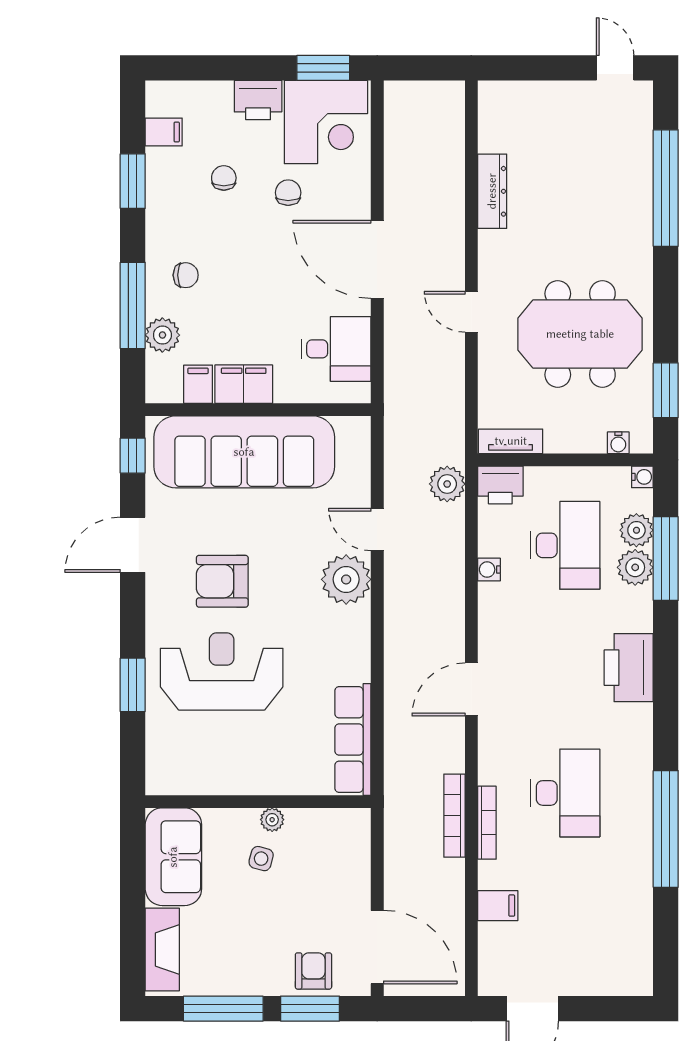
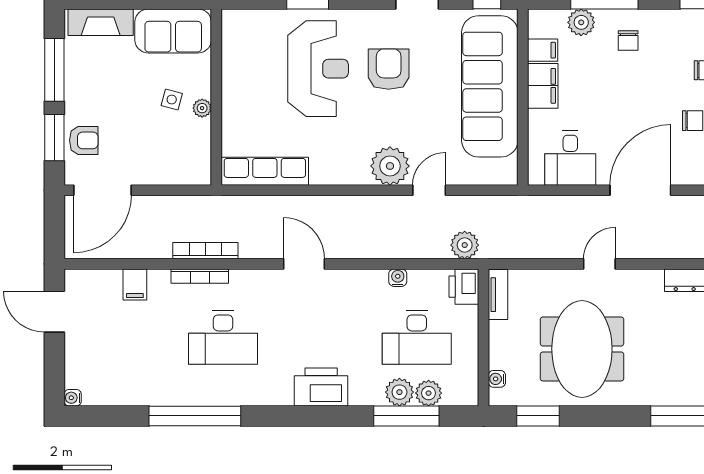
water cooler: (642, 477) -> (73, 398), moved, turned 90

